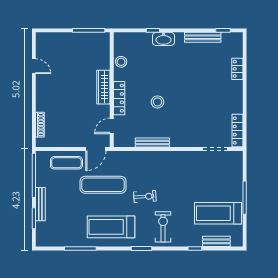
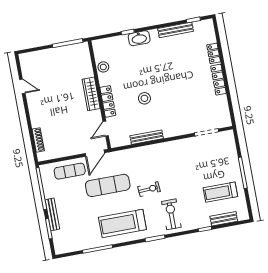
locker: (237, 131) -> (218, 80), moved
treadmill: (218, 213) -> (220, 192), width x0.73, depth x0.73

